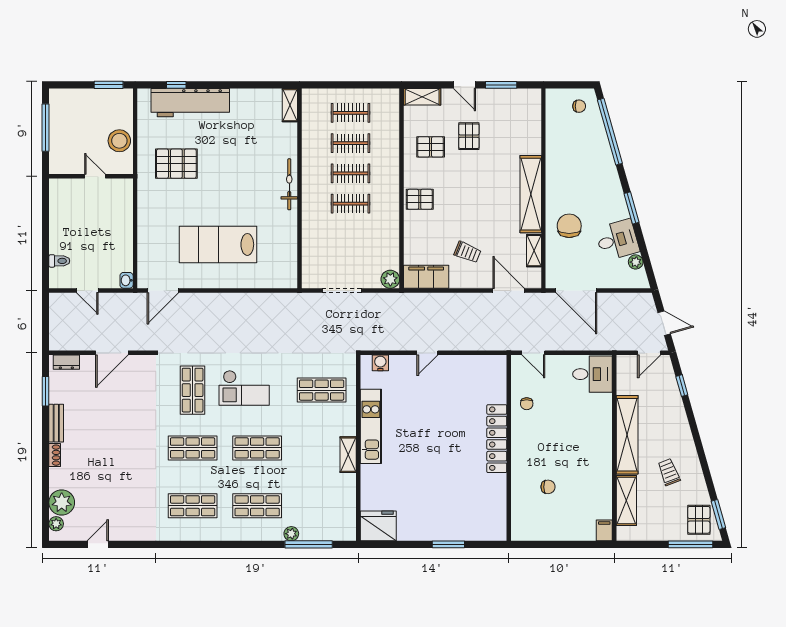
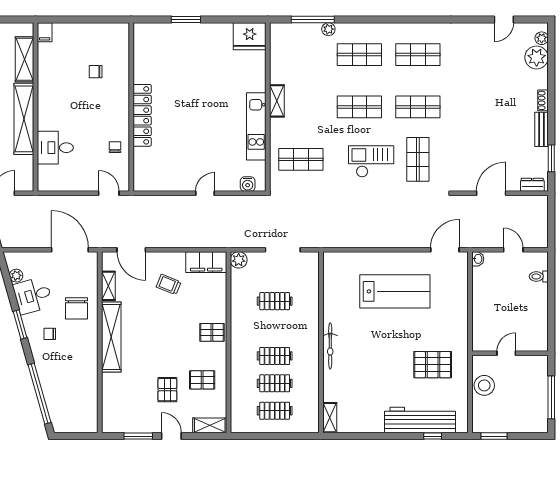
chair: (579, 106) -> (50, 334), moved
door: (95, 176) -> (506, 353), swing flipped
clothes rail: (351, 204) -> (275, 301), moved
desk: (593, 374) -> (55, 148), moved

